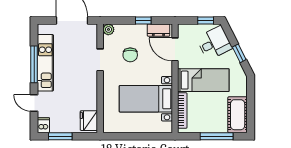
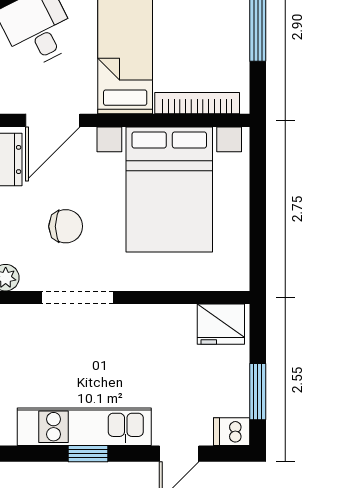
doorway: (100, 60) -> (77, 297), width x1.38
window: (34, 64) -> (88, 454), width x0.46
bed with nightstands: (146, 99) -> (169, 189), width x1.36

